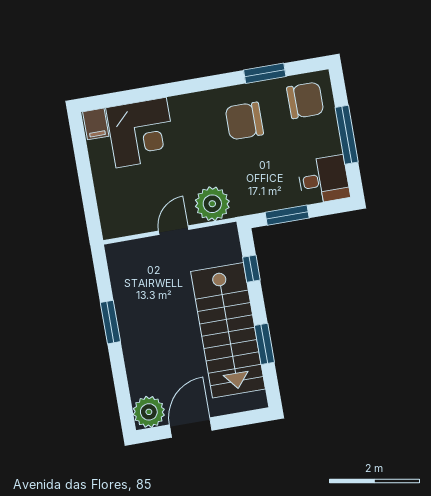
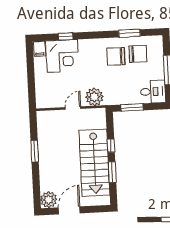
window: (143, 94) -> (66, 36), added
chair: (305, 100) -> (138, 54), moved
window: (251, 269) -> (111, 146), moved

